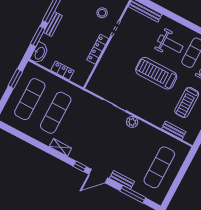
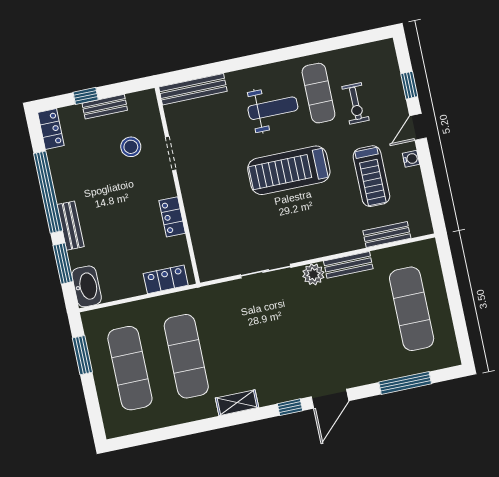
locker: (98, 49) -> (172, 217), width x0.66
locker: (62, 70) -> (166, 279), moved
bench: (122, 180) -> (348, 265), moved

